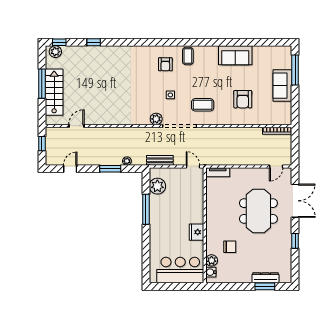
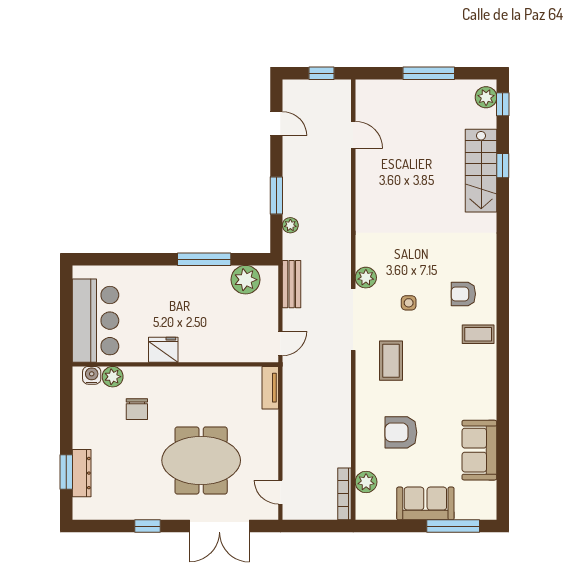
sofa: (235, 55) -> (479, 450), moved
stairs: (54, 92) -> (481, 171), moved, turned 90
plant: (270, 119) -> (366, 482), added

